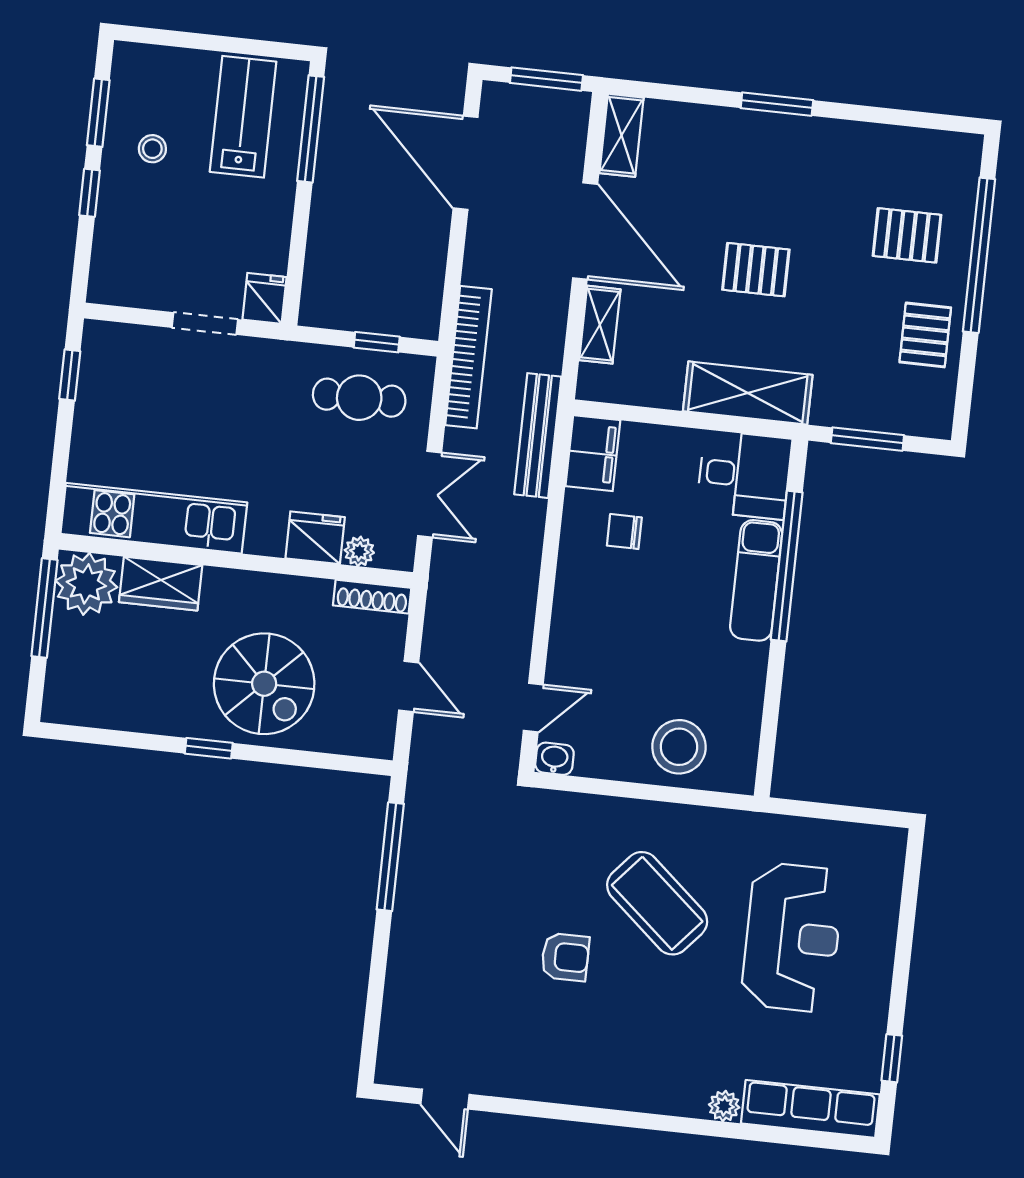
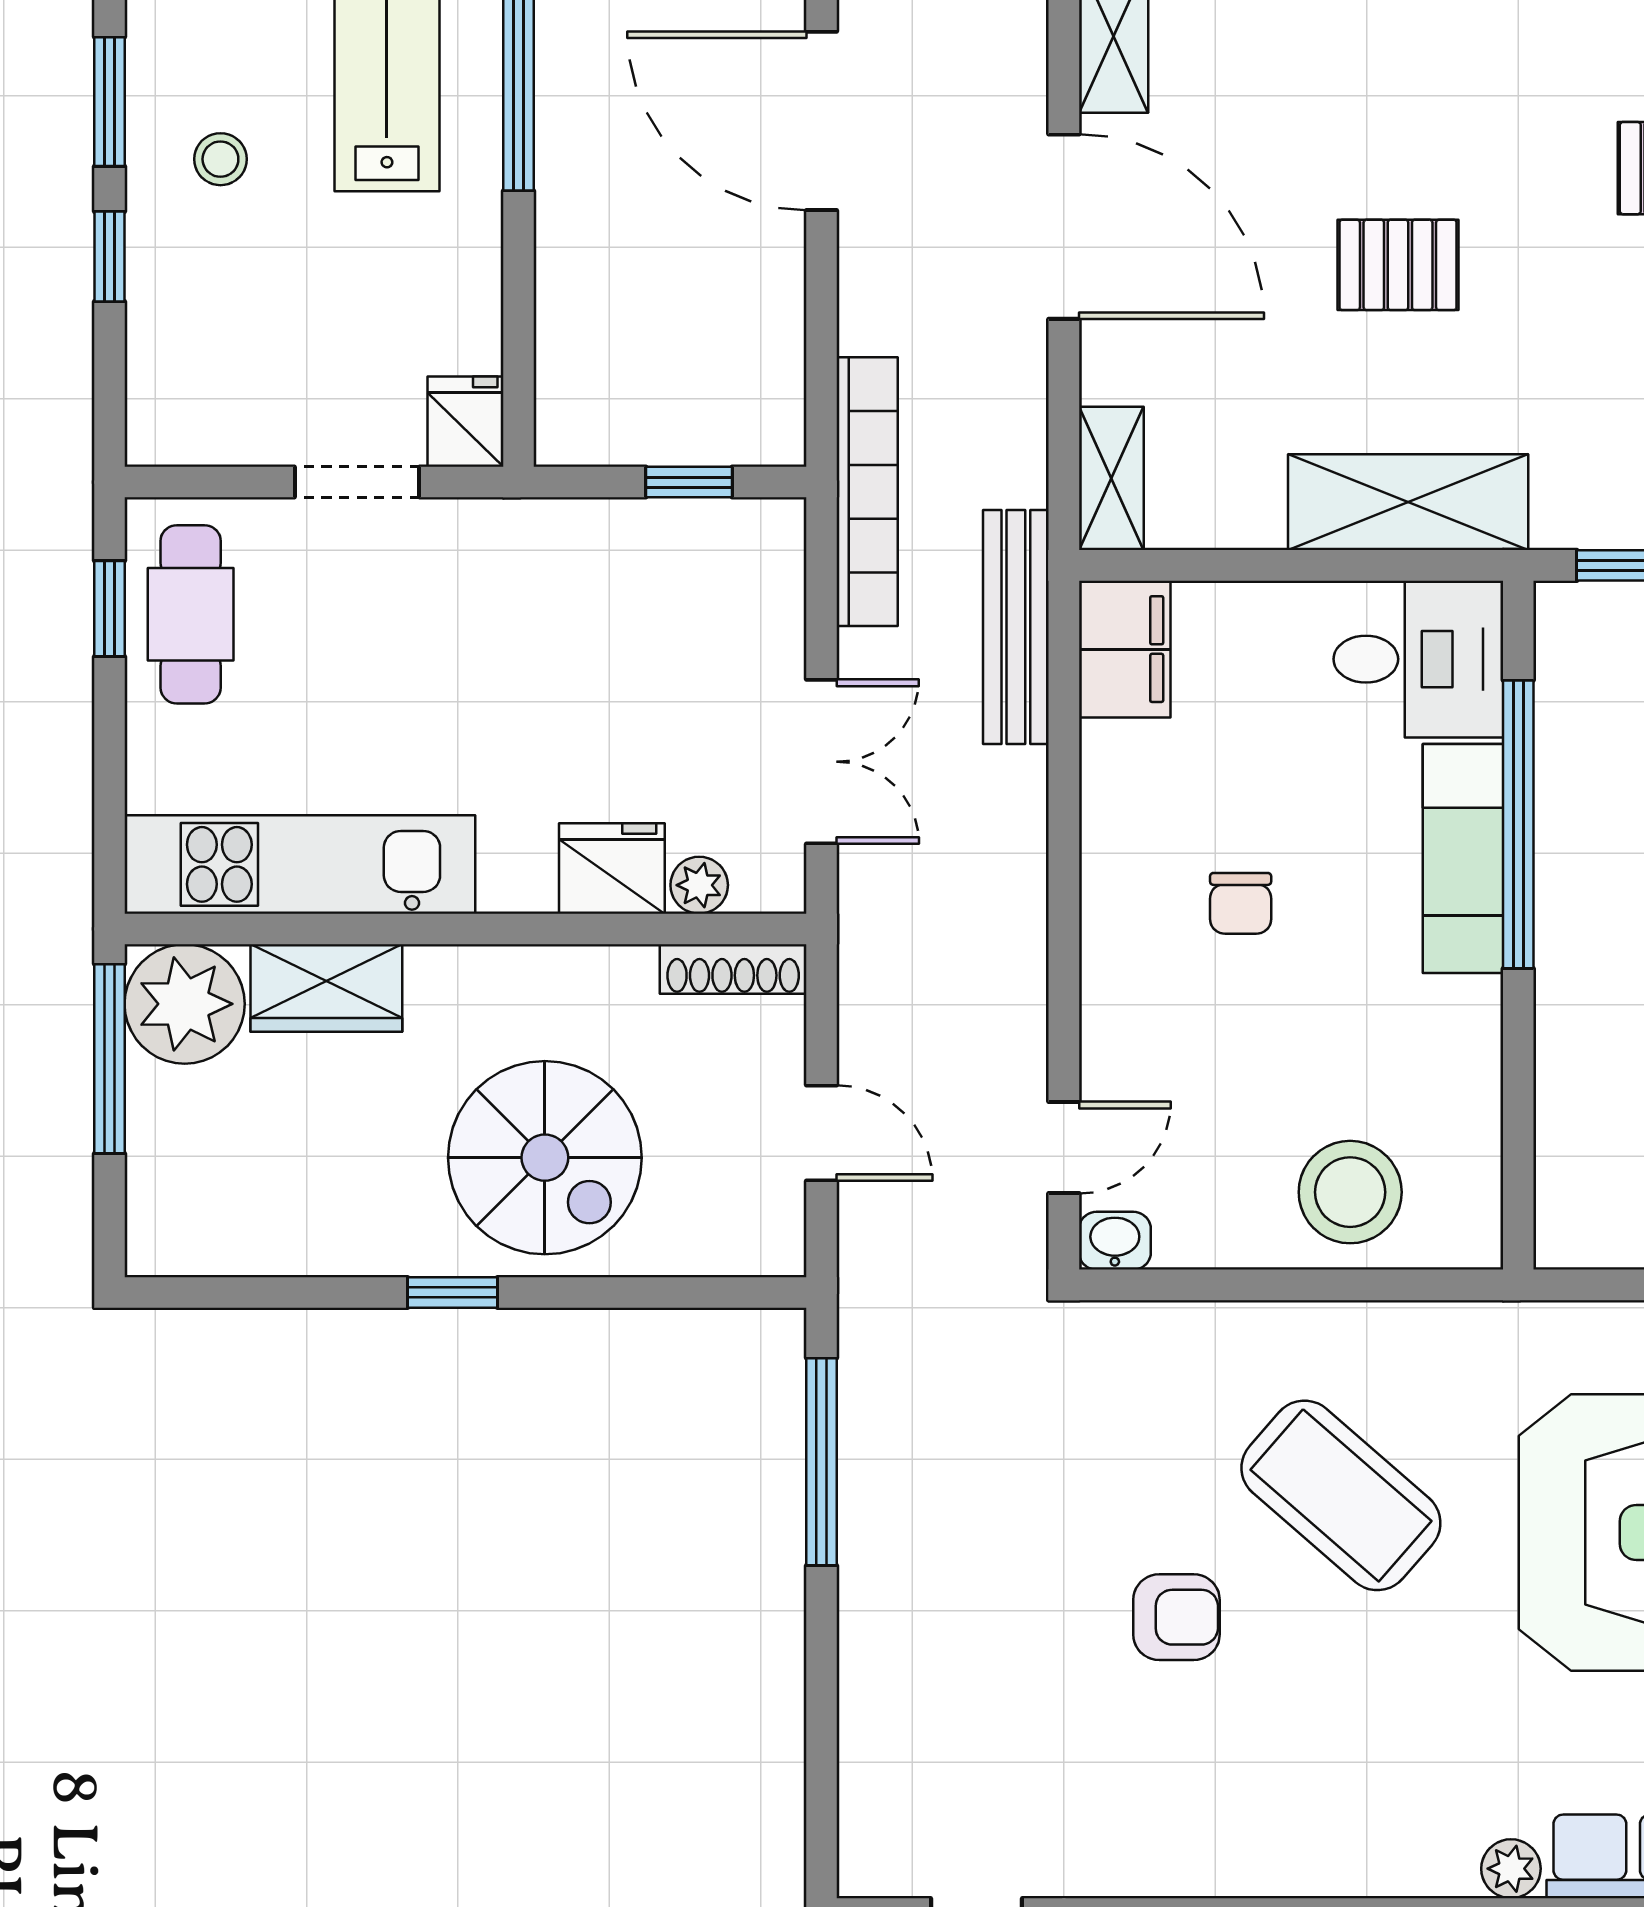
shelving: (600, 325) -> (1111, 478), moved
cafe table: (359, 398) -> (191, 614), moved, turned 90
chair: (624, 532) -> (1241, 903), moved, turned -90

